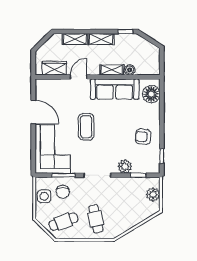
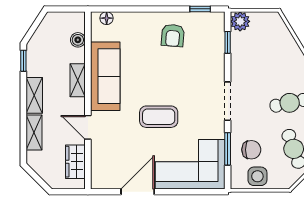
boiler: (130, 70) -> (78, 40), moved
floor lamp: (151, 94) -> (107, 18), width x0.53, depth x0.53
plant: (125, 166) -> (215, 62), removed
plant: (153, 194) -> (240, 21), moved

